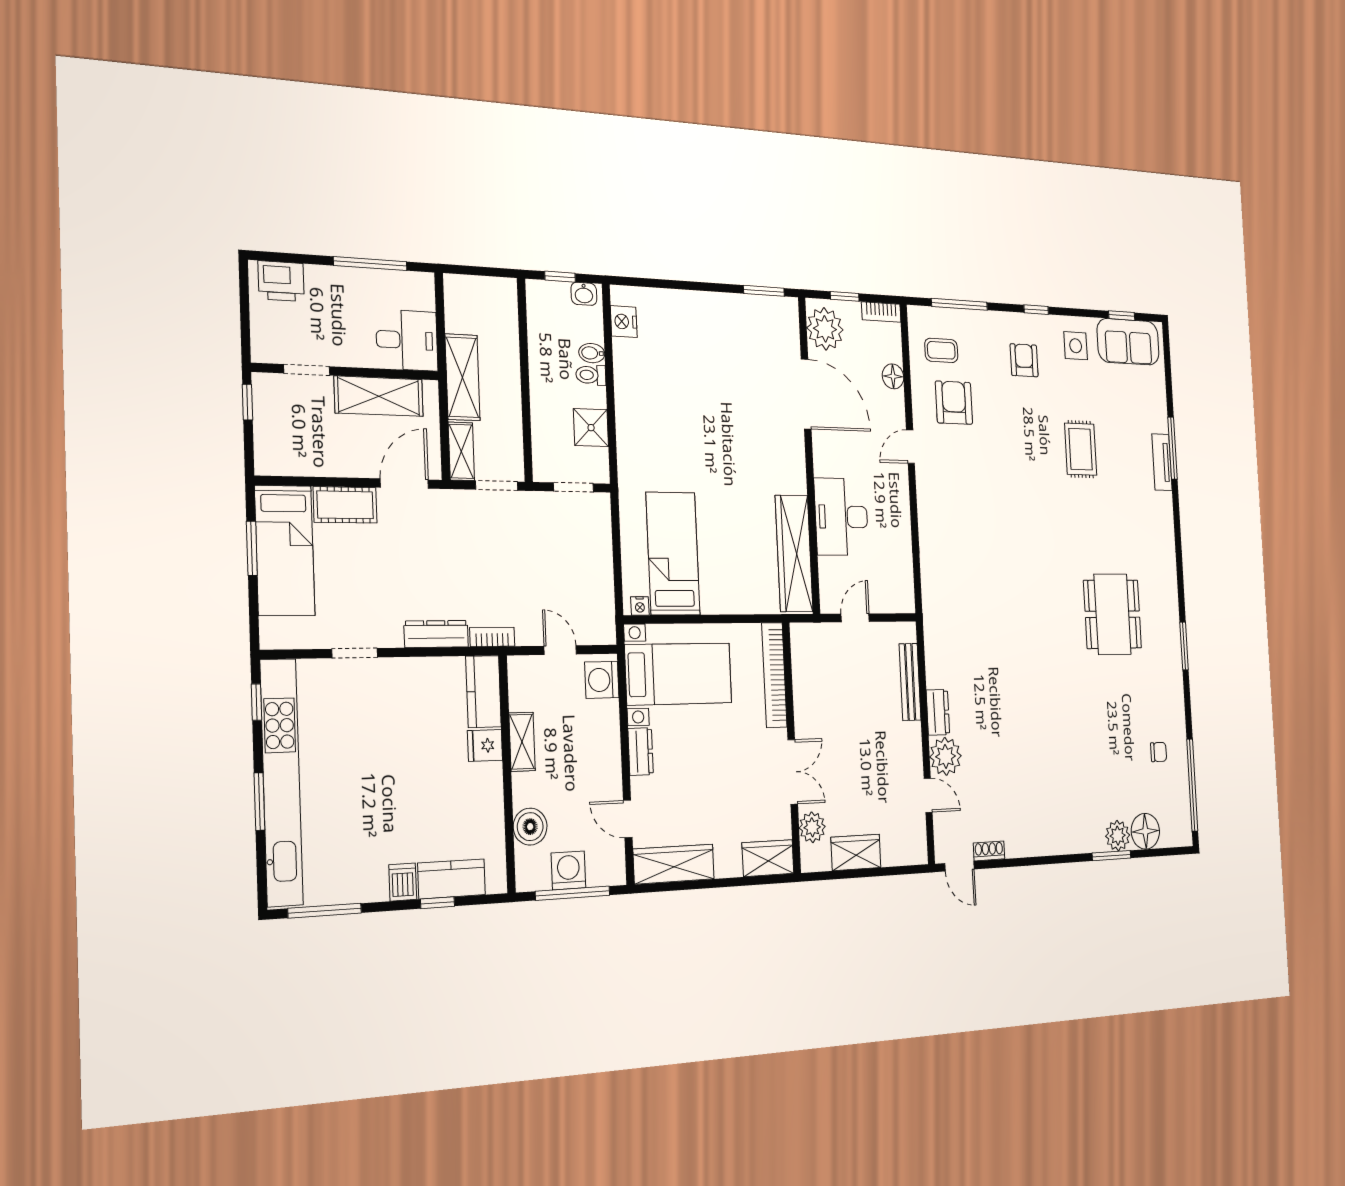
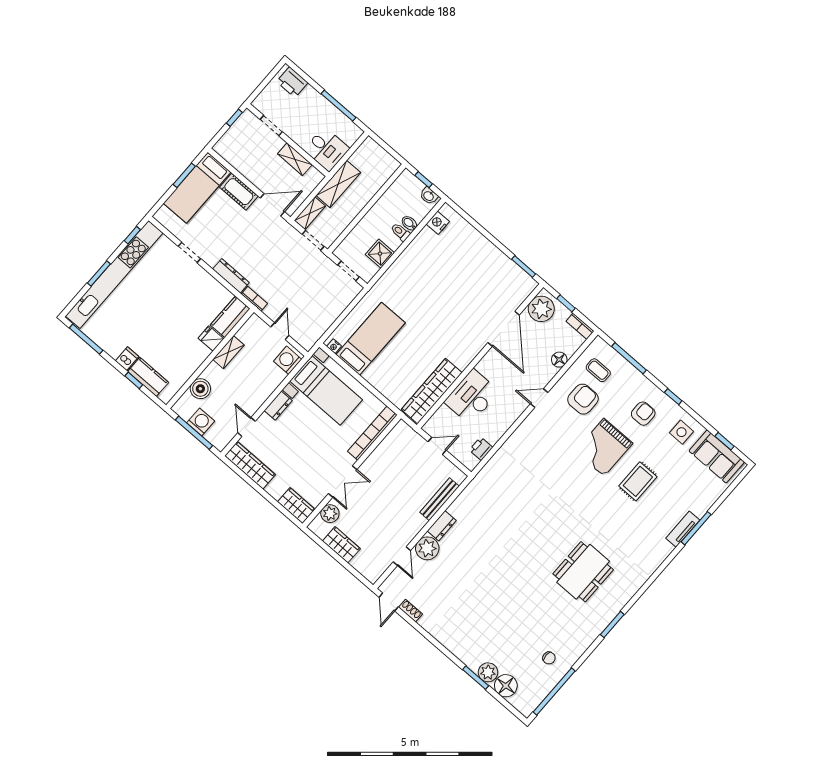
shelving: (379, 396) -> (295, 159), width x0.67, depth x0.75
grand piano: (1019, 442) -> (604, 447), added
printer: (902, 573) -> (481, 449), added

